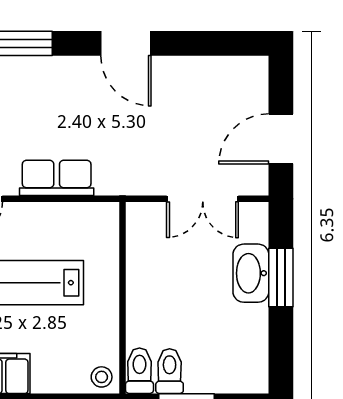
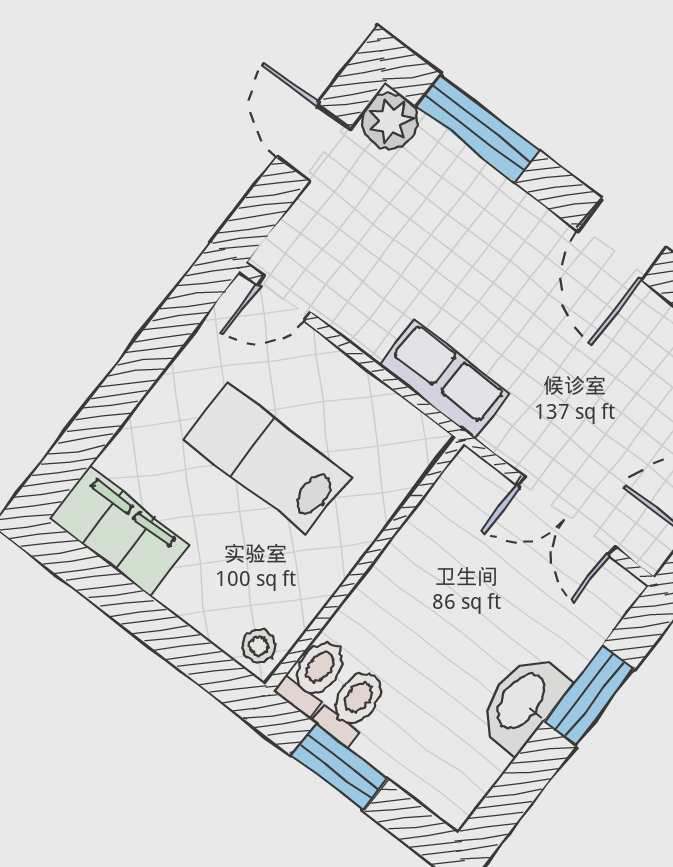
row of seats: (57, 178) -> (444, 379), moved
washbasin: (251, 273) -> (522, 702), moved

